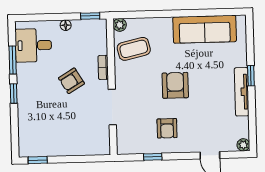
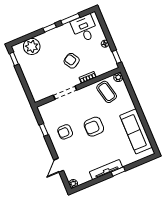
armchair: (175, 85) -> (94, 127), turned 180
plant: (30, 129) -> (32, 46), added

